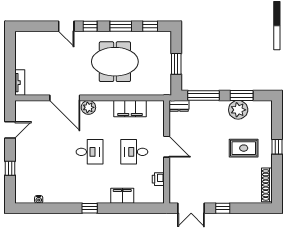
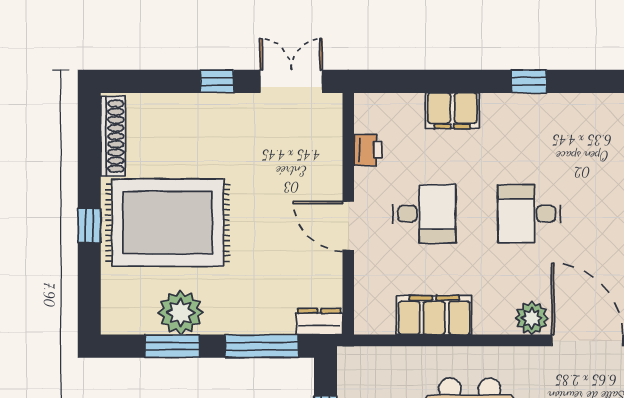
rug: (244, 148) -> (168, 223), width x1.86, depth x2.06

